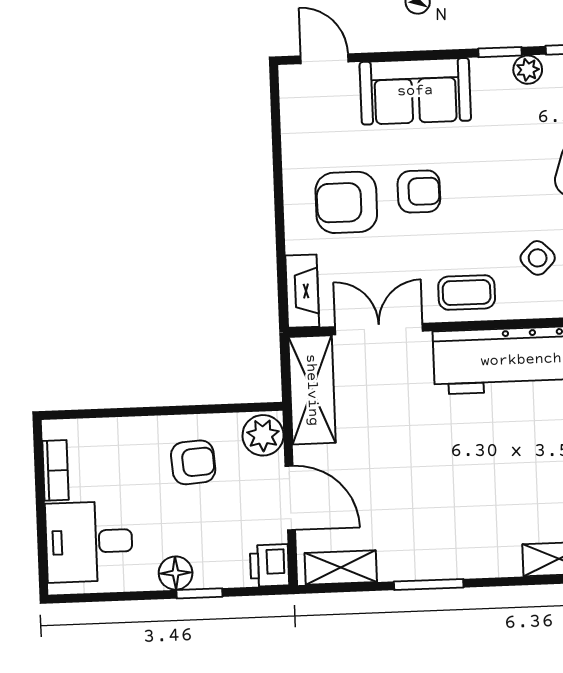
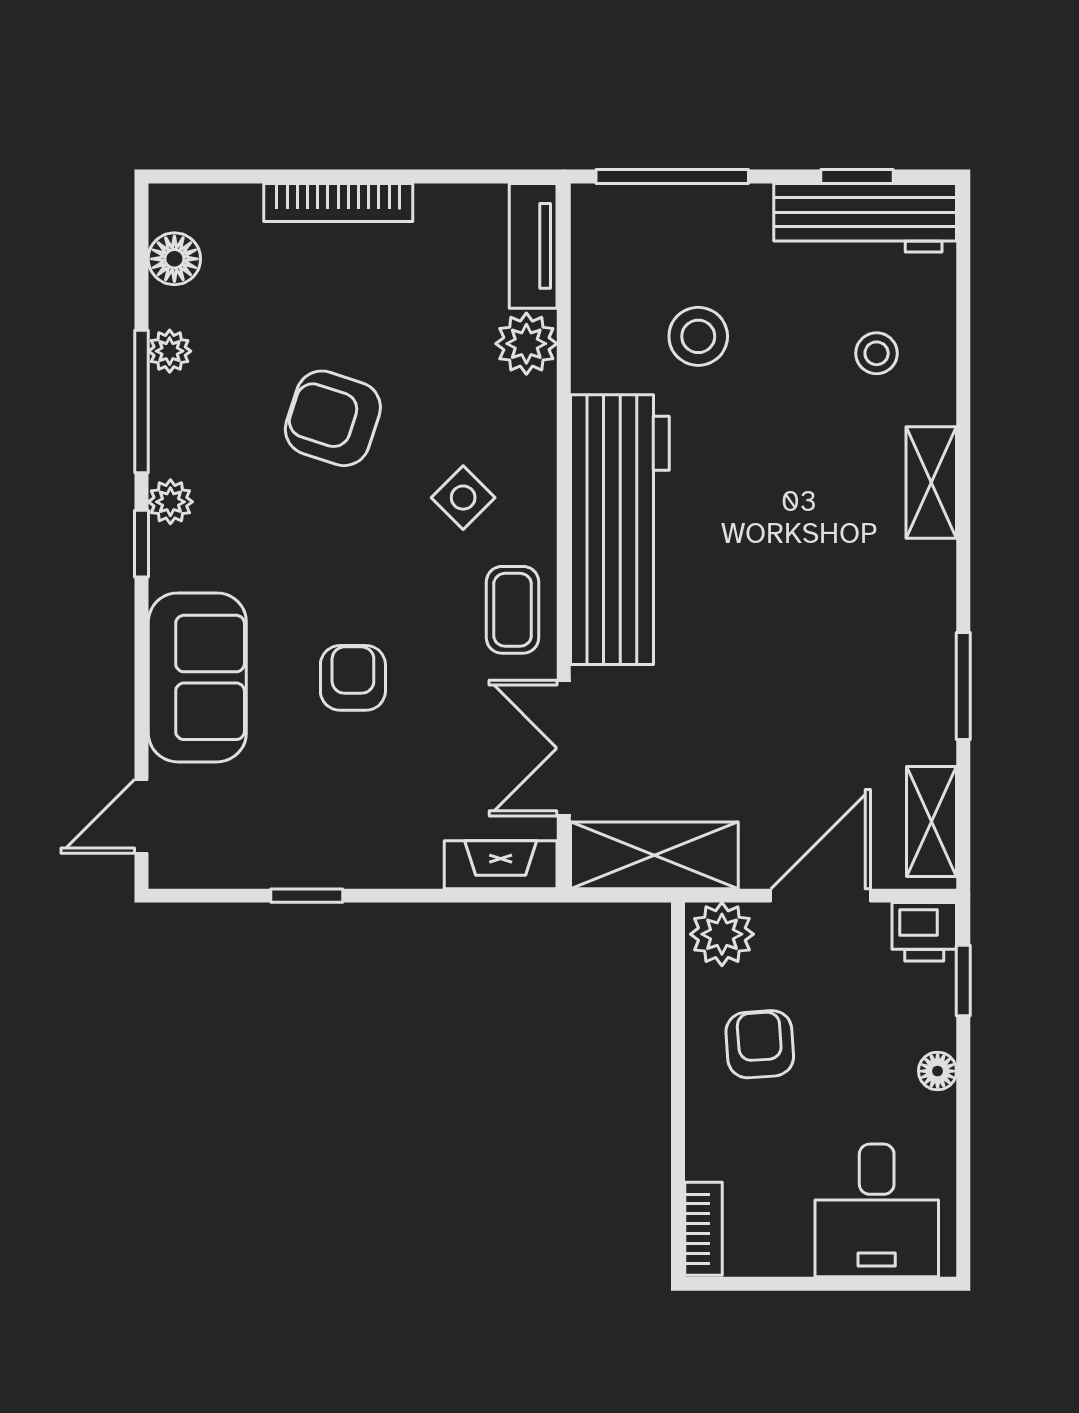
window: (278, 167) -> (307, 896), added
armchair: (346, 202) -> (366, 791), removed
bookcase: (55, 470) -> (703, 1229), moved, turned 90
floor lamp: (176, 573) -> (938, 1071), width x0.73, depth x0.73
window: (199, 593) -> (963, 980), moved

